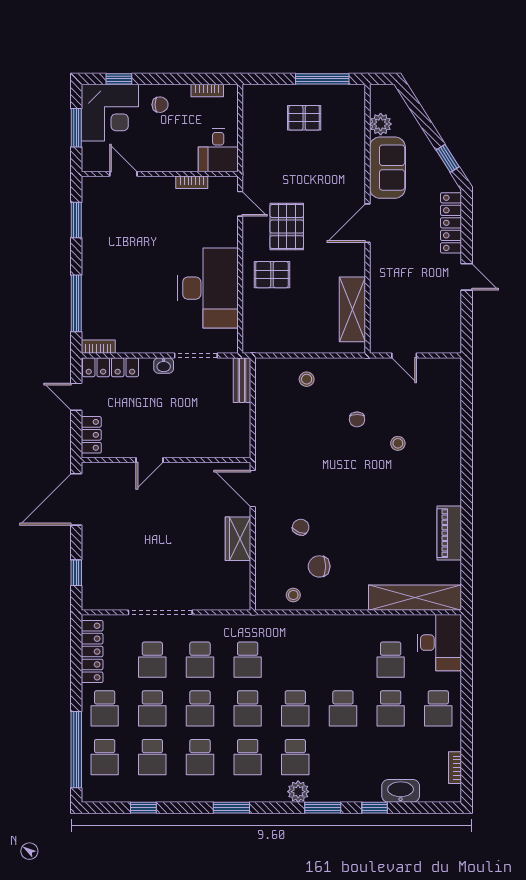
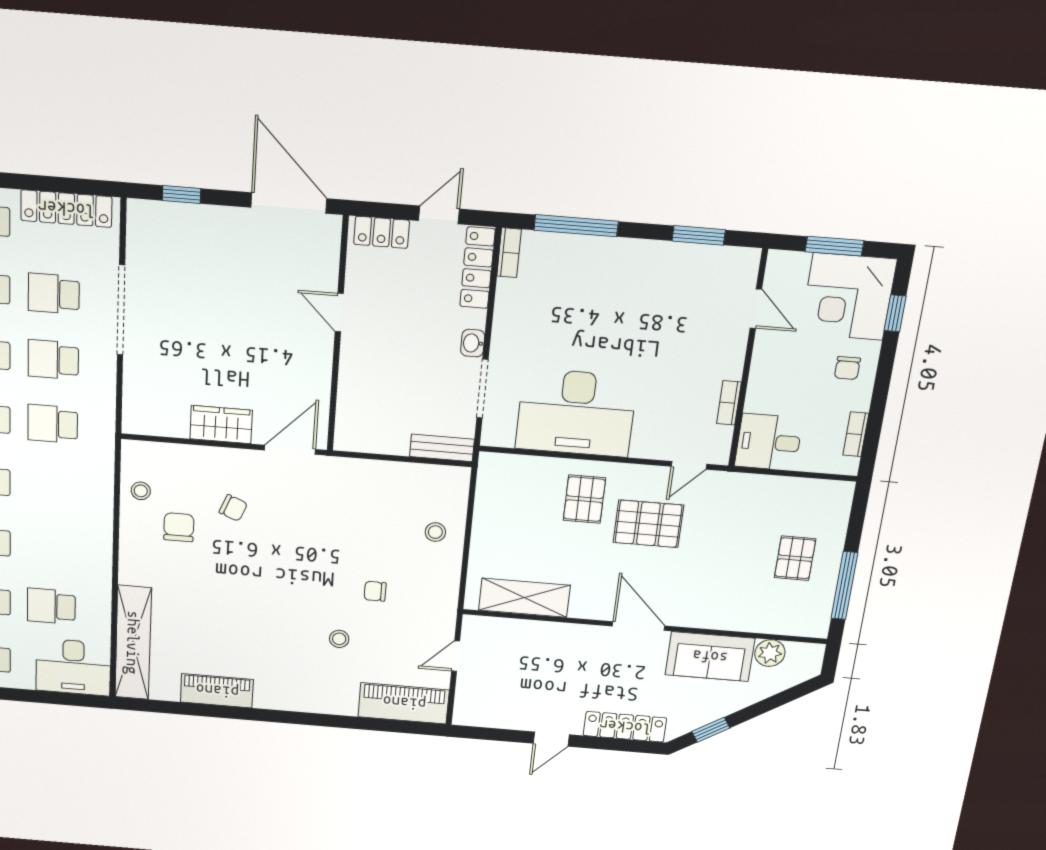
door: (123, 174) -> (756, 309), hinge flipped
piano: (447, 391) -> (404, 703), added

